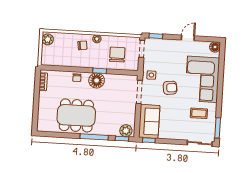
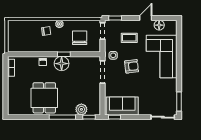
plant: (48, 39) -> (13, 27), removed
floor lamp: (215, 47) -> (159, 25), moved
coffee table: (199, 113) -> (129, 38), moved
dining table: (76, 115) -> (44, 98), width x0.73
sofa: (149, 121) -> (122, 106), moved, turned -90
plant: (126, 131) -> (81, 109), moved

